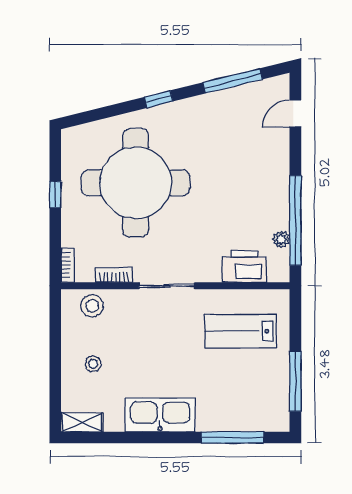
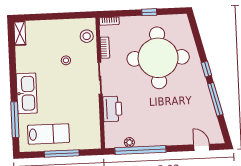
window: (233, 81) -> (215, 99), moved
printer: (244, 266) -> (112, 109), moved
lab bench: (241, 331) -> (48, 134), moved, turned 90
stool: (93, 364) -> (66, 60), moved
window: (295, 381) -> (62, 154), moved
kitchen sink: (160, 415) -> (27, 93), moved

